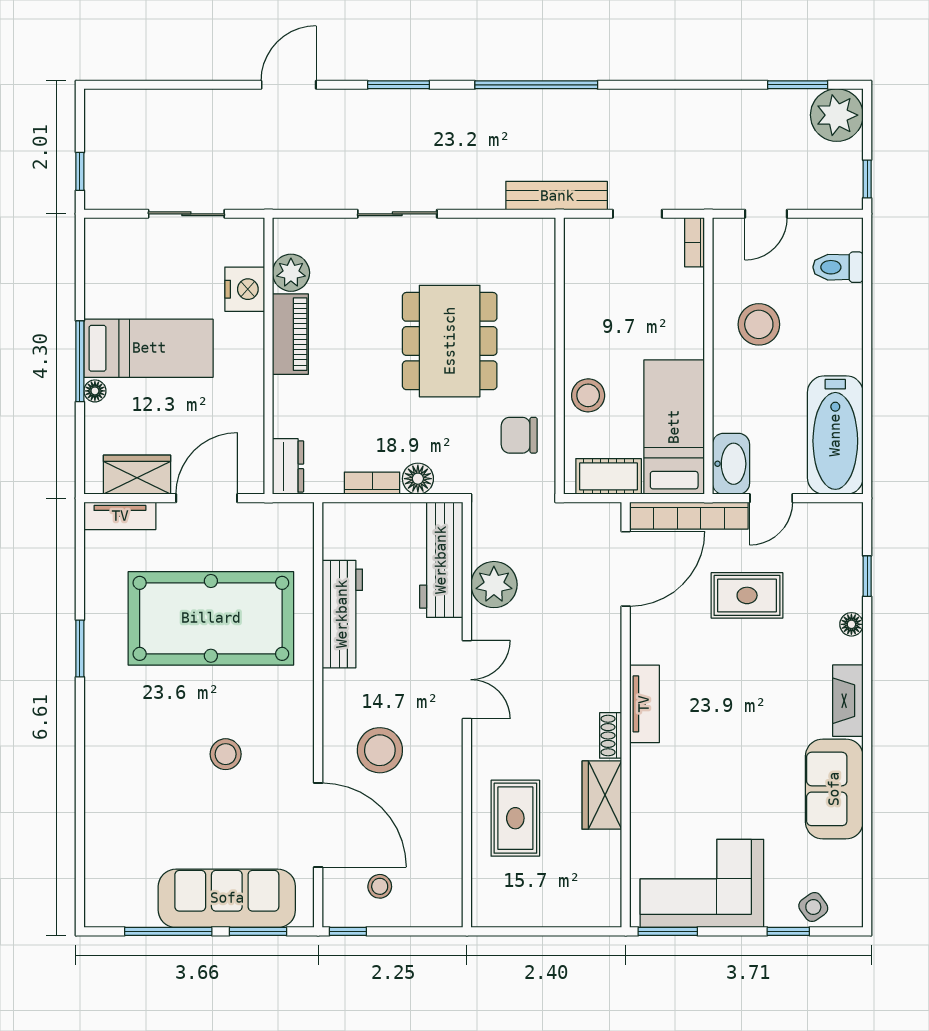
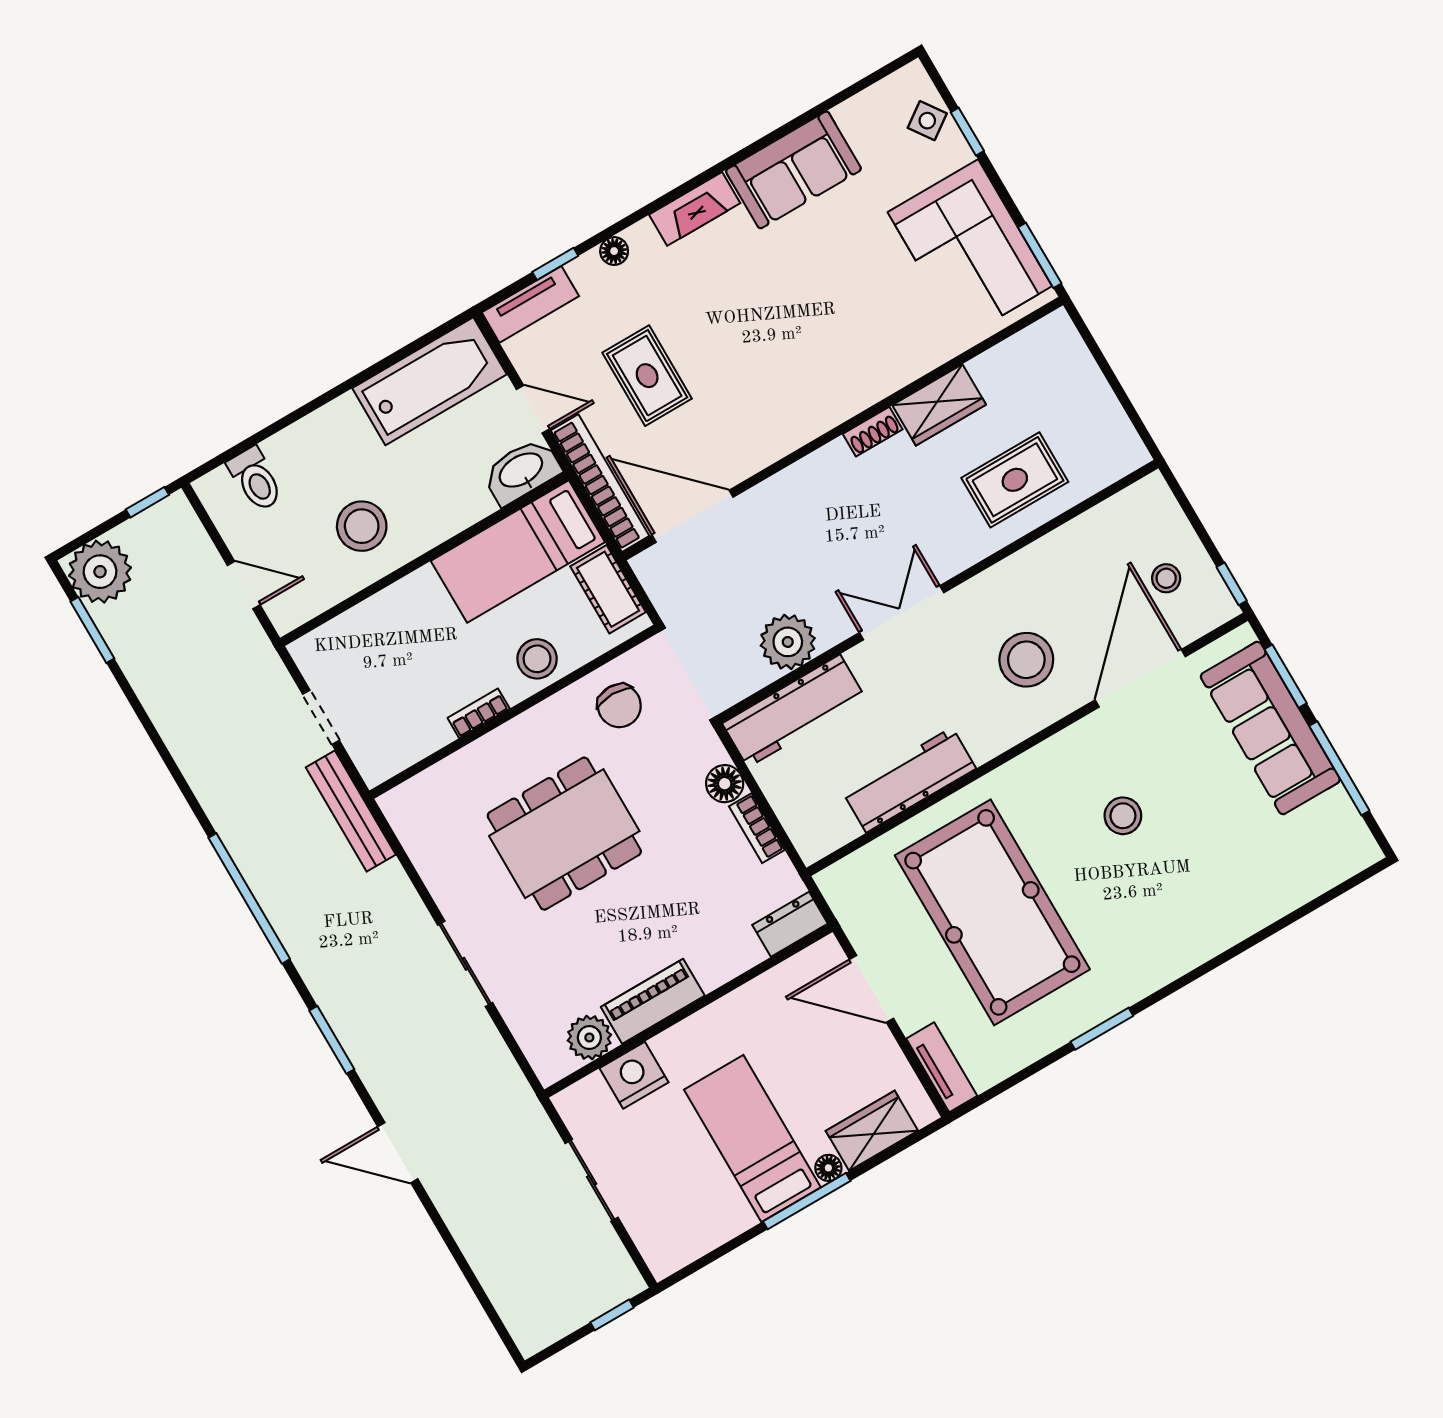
bookcase: (695, 242) -> (479, 713), moved, turned 180
wardrobe: (137, 475) -> (872, 1131), moved, turned 90
tv unit: (644, 704) -> (530, 304), moved, turned 180

